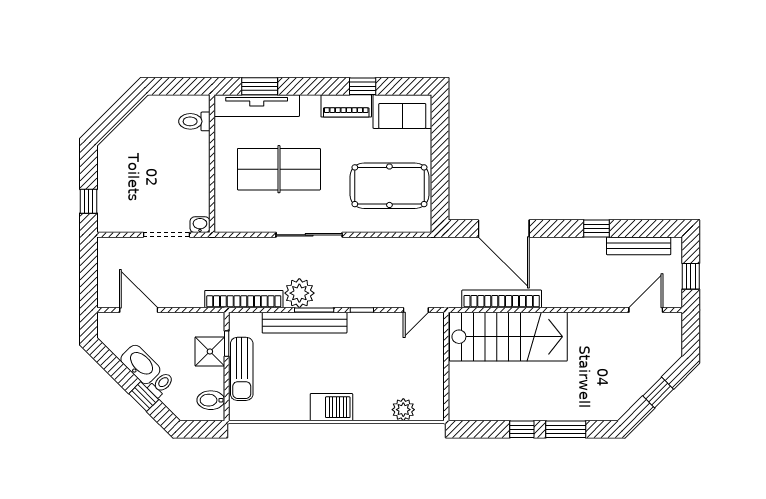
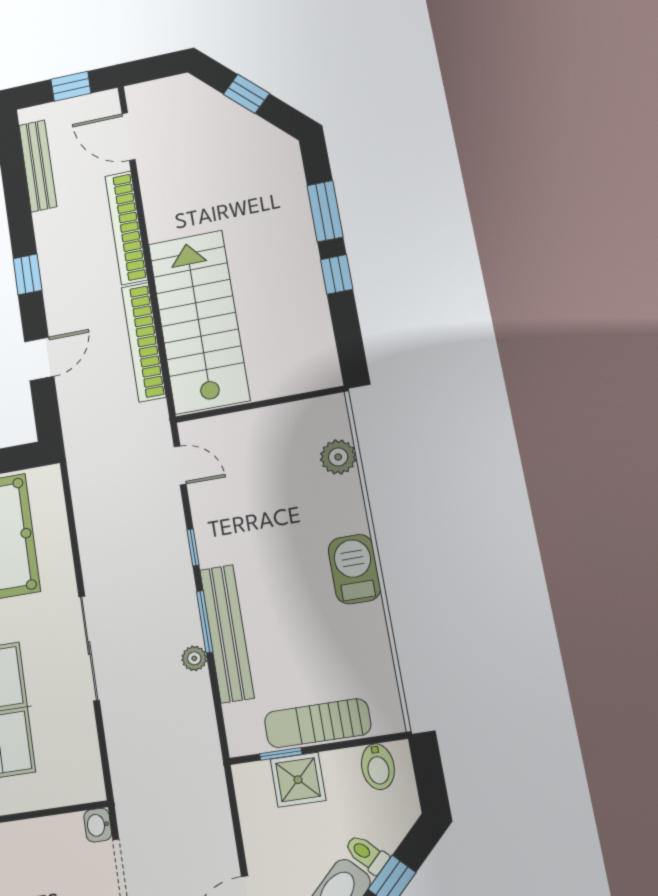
door: (504, 229) -> (39, 359), width x0.53
window: (596, 229) -> (28, 274), moved
plant: (299, 293) -> (194, 658), width x0.53, depth x0.53
bookcase: (244, 299) -> (126, 228), moved
sun lounger: (242, 369) -> (318, 723), turned 180

